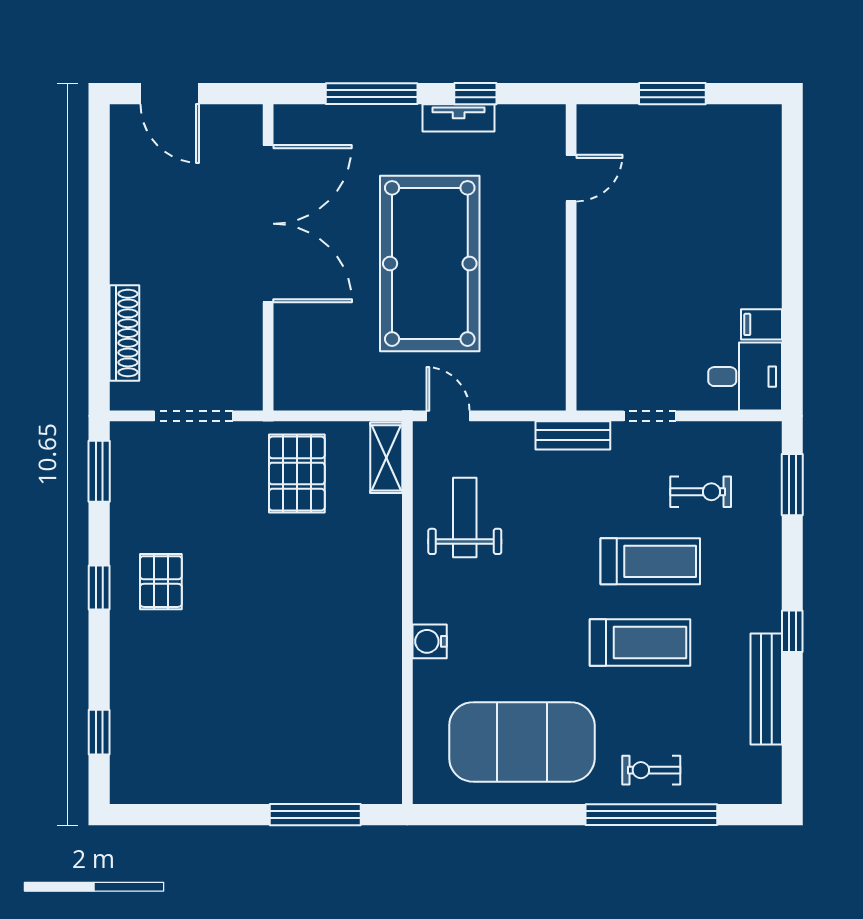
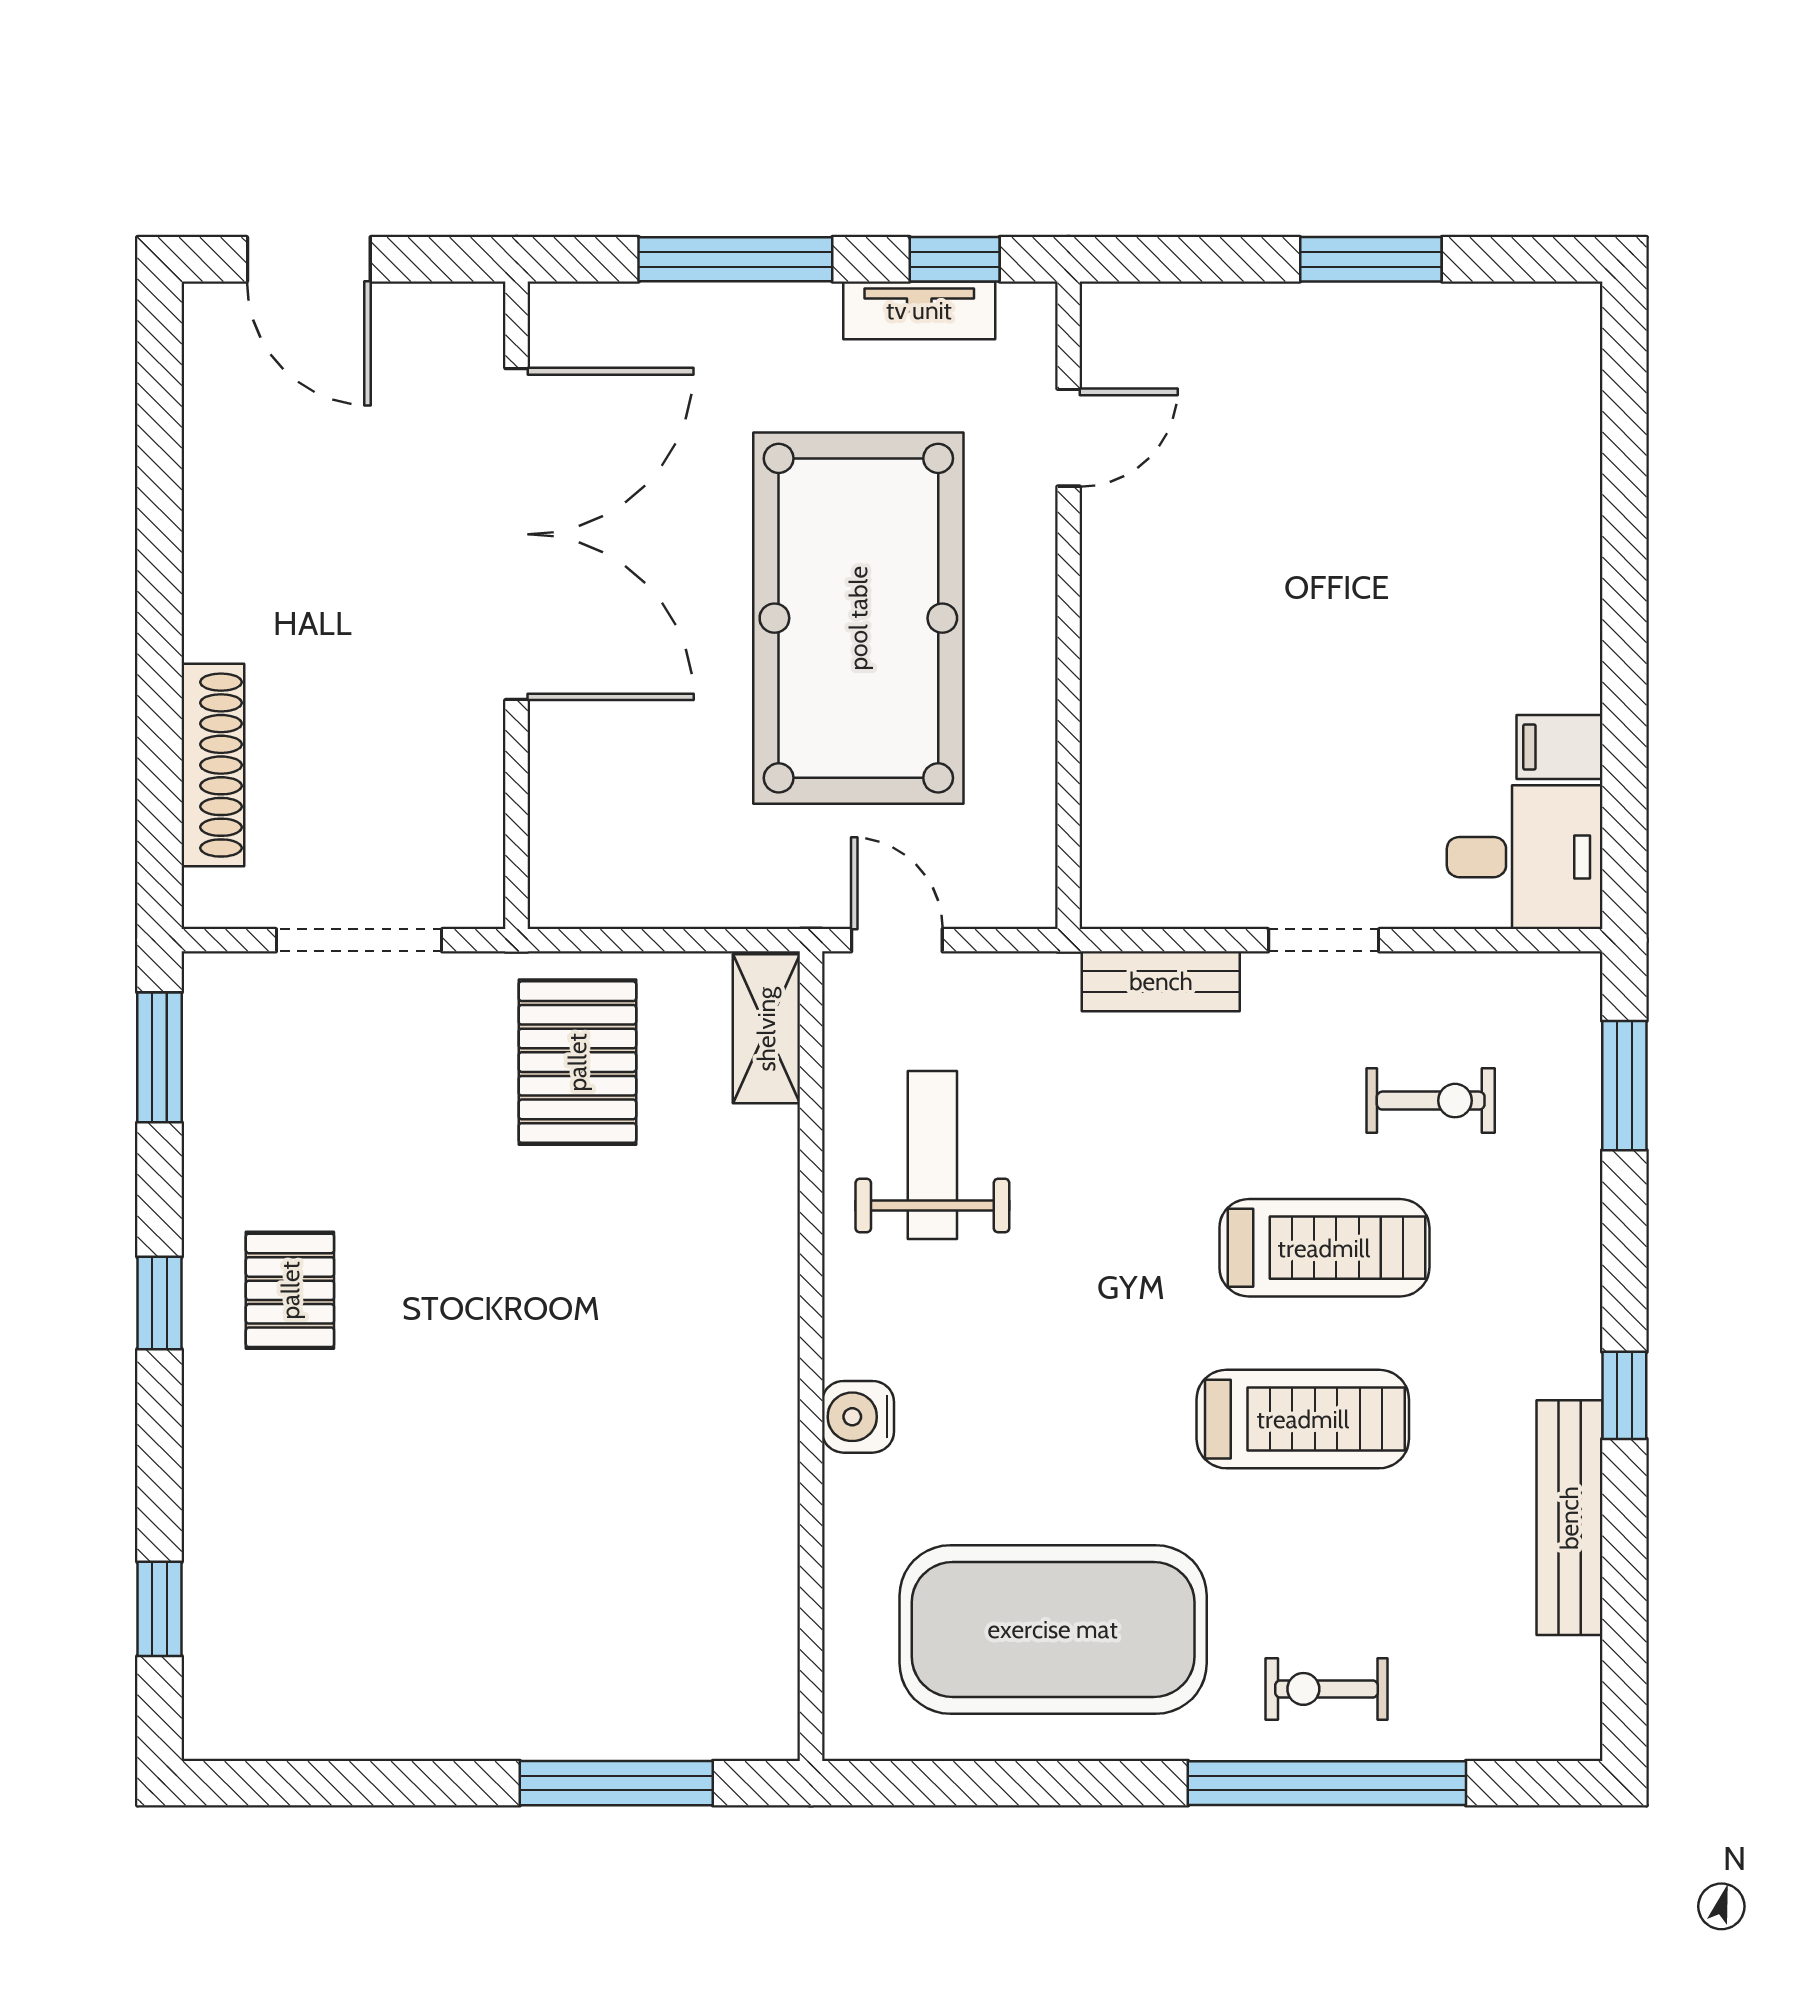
door: (571, 178) -> (1069, 438), moved
wall: (571, 257) -> (1069, 605), moved

